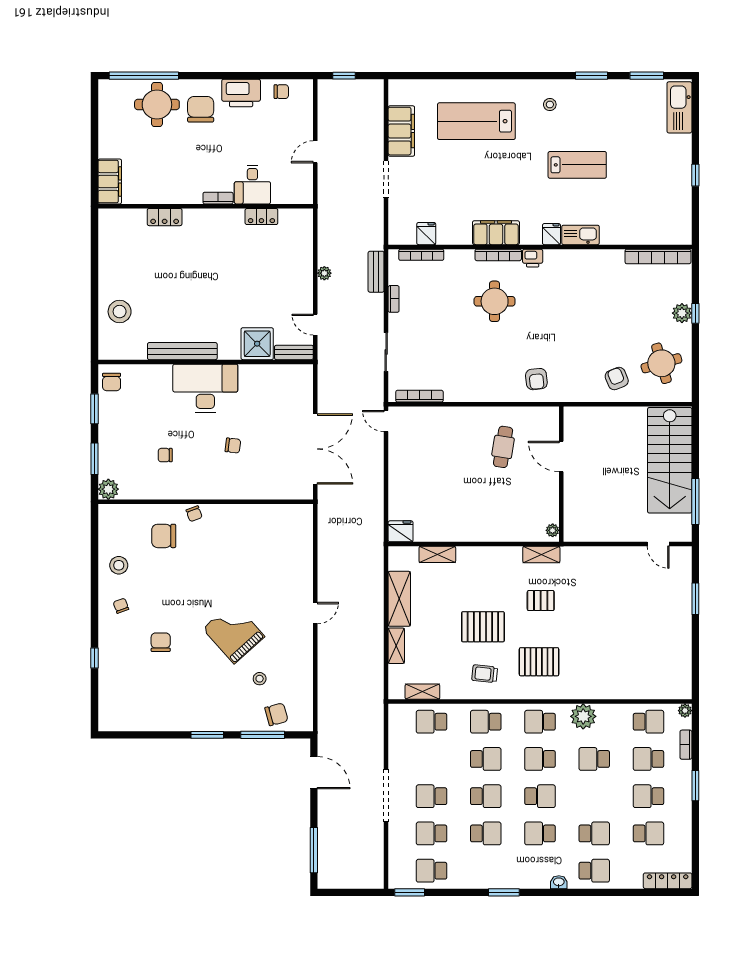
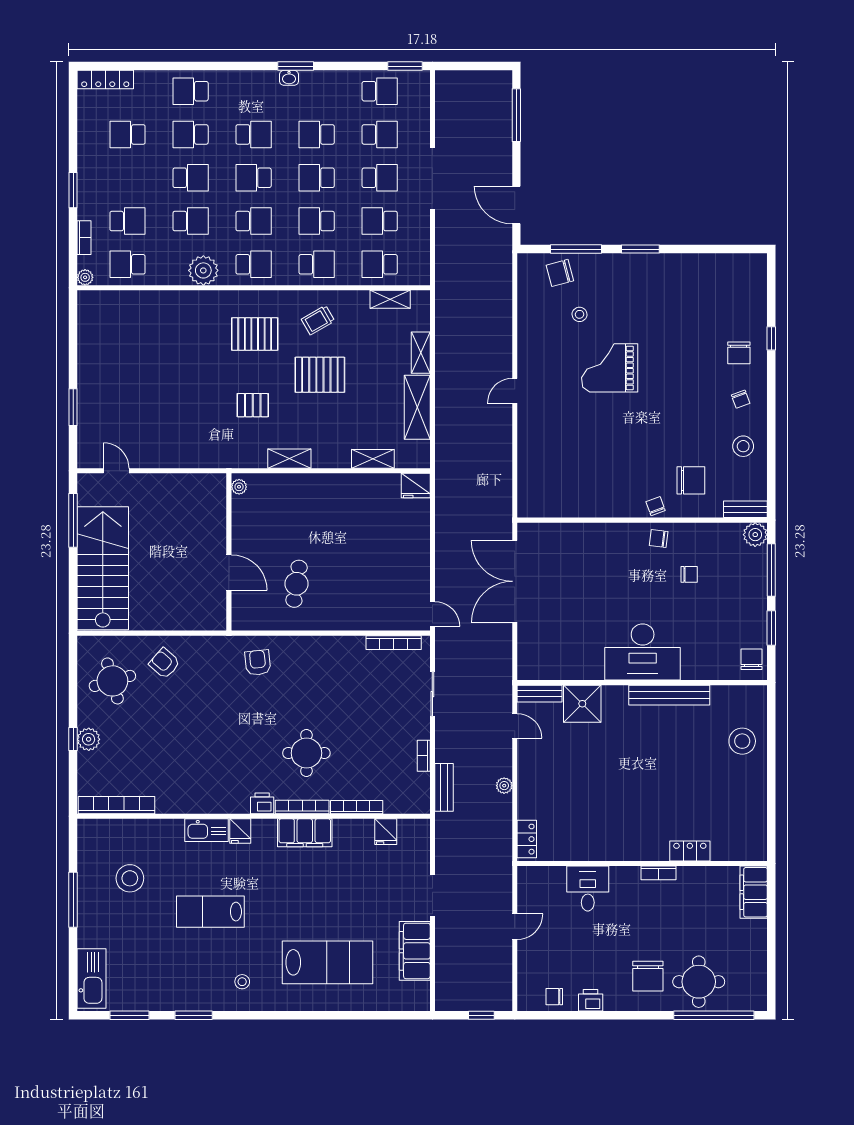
printer: (241, 93) -> (591, 1000), width x0.53, depth x0.68
window: (695, 175) -> (73, 900), width x2.17
stool: (646, 193) -> (130, 878), added
bookcase: (218, 198) -> (659, 873), moved
locker: (261, 217) -> (527, 839), moved, turned 90
bookcase: (421, 255) -> (357, 807), moved
armchair: (617, 378) -> (164, 663), turned 153
chair: (233, 446) -> (659, 538), moved
window: (94, 459) -> (771, 570), width x1.44
bench: (117, 511) -> (745, 509), added
shelving: (541, 555) -> (289, 459), moved
grand piano: (234, 633) -> (610, 368), turned 132
chair: (161, 642) -> (739, 353), moved
trolley: (485, 674) -> (318, 320), turned 144
school desk: (432, 722) -> (380, 264), turned 180
school desk: (432, 759) -> (380, 221), added
school desk: (648, 796) -> (191, 178), moved
washbasin: (559, 882) -> (289, 78), moved

